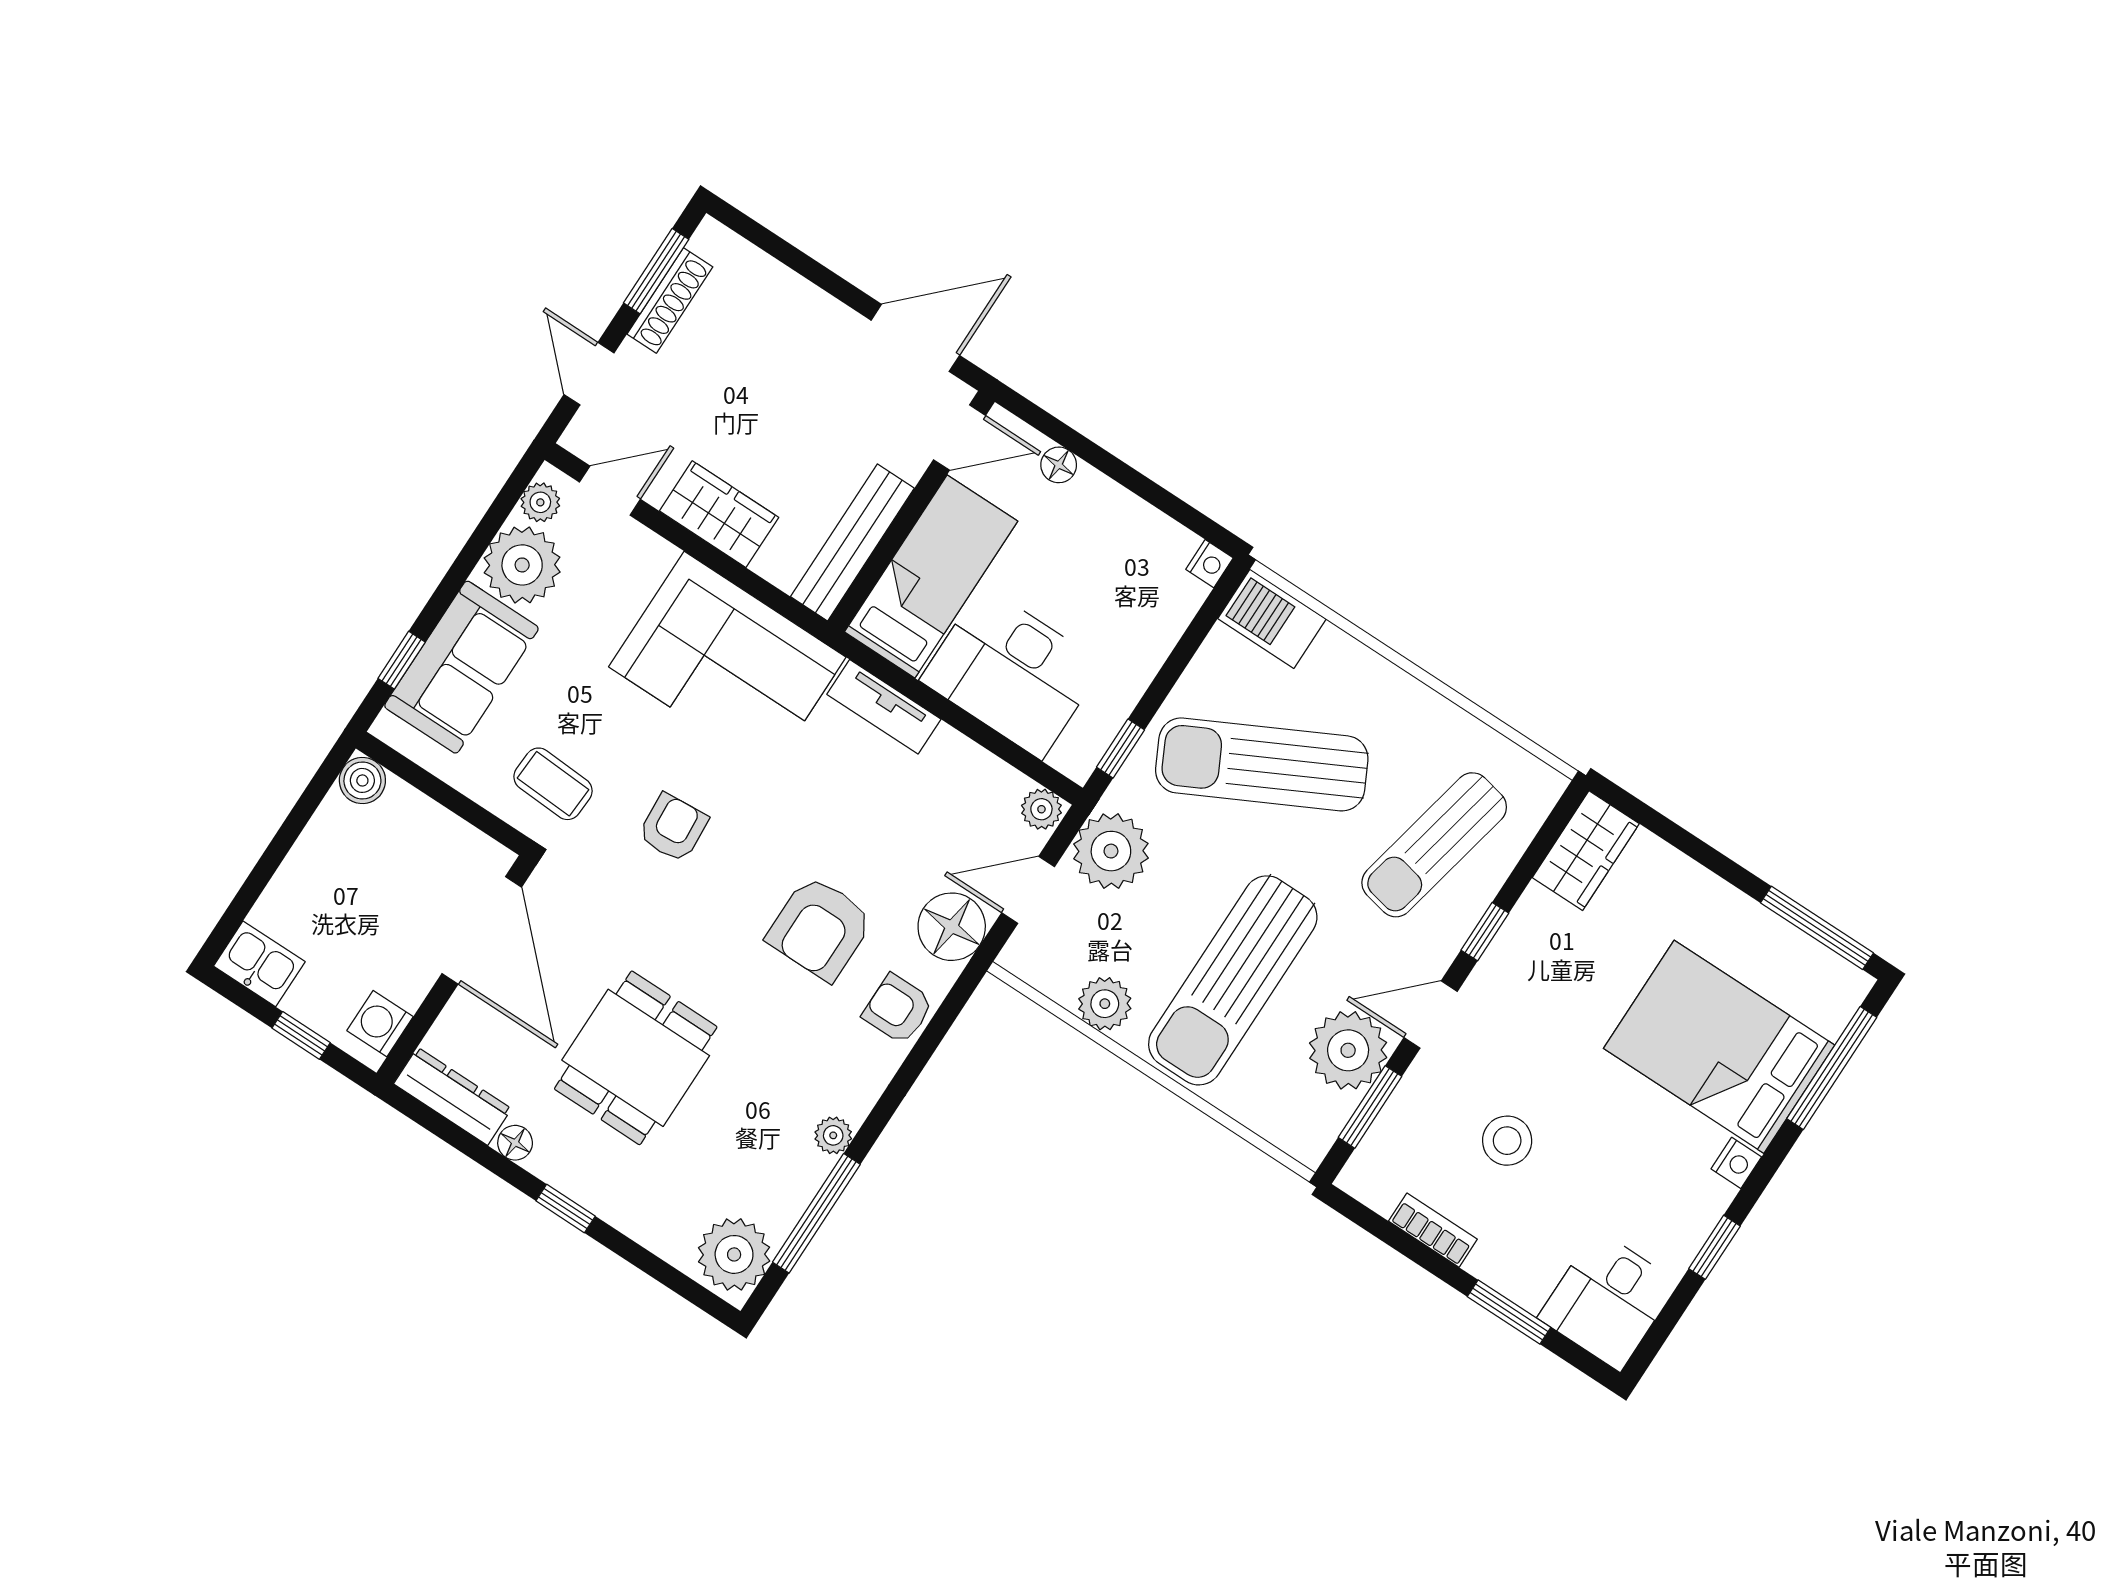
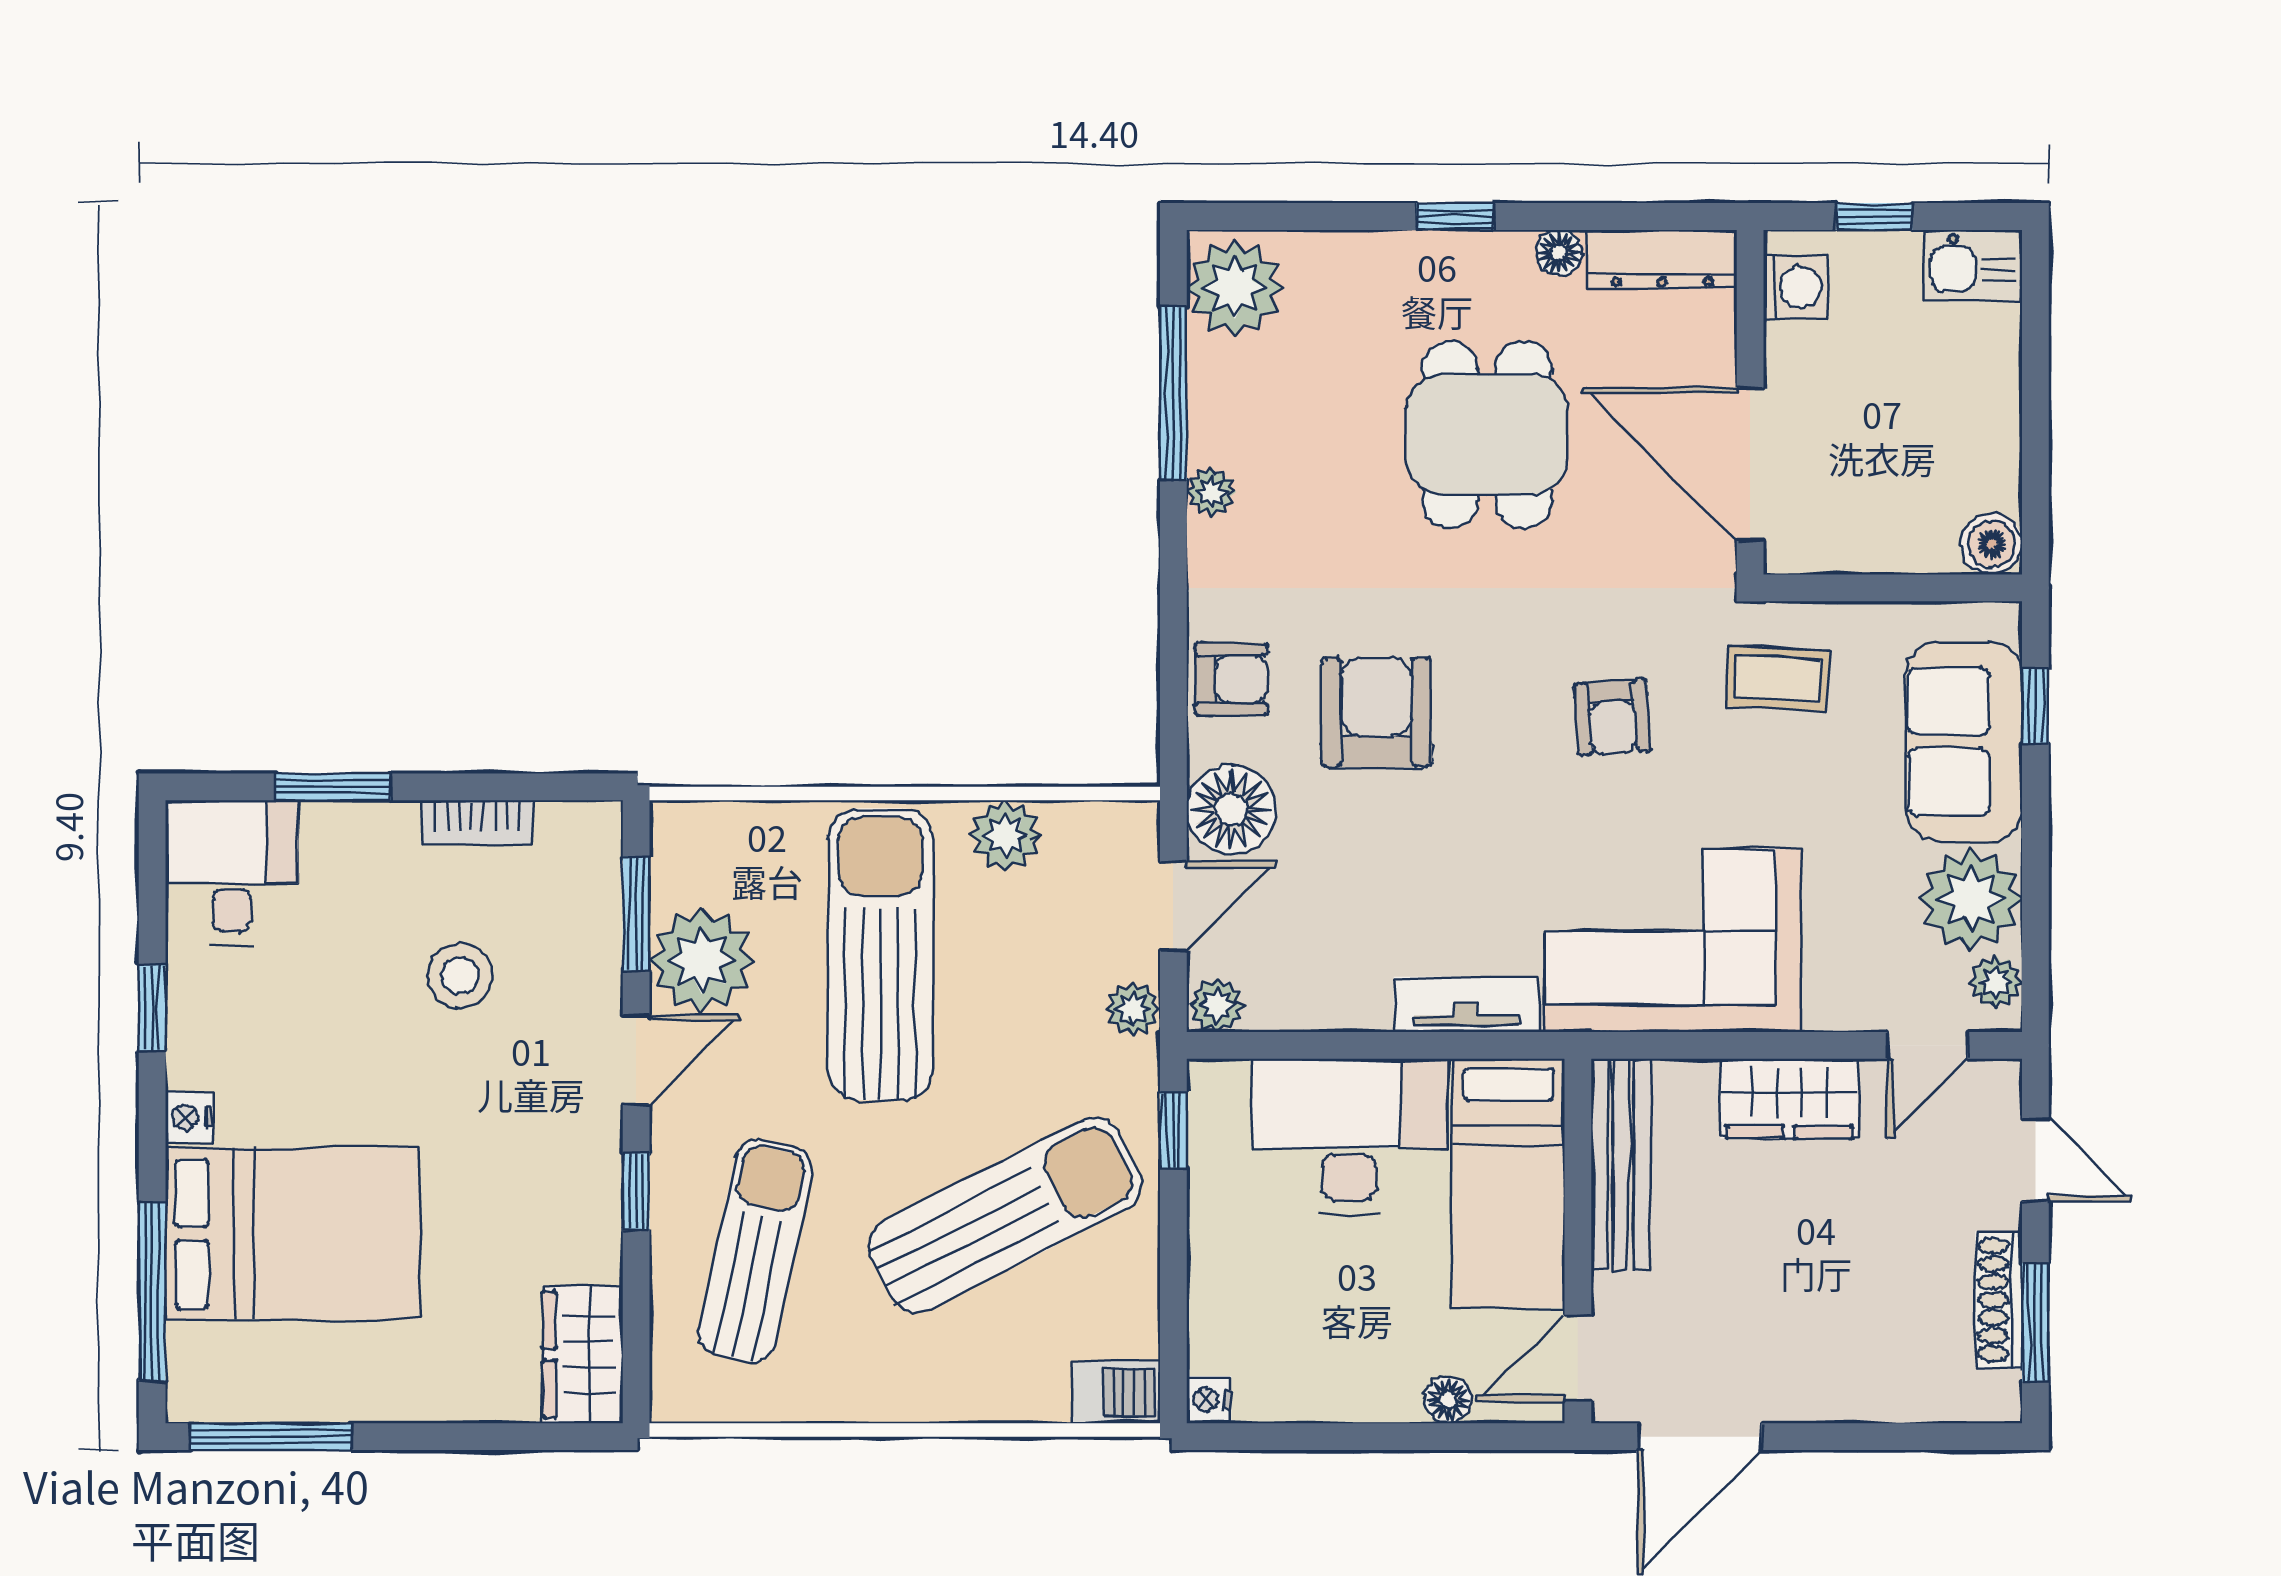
barbecue: (1272, 619) -> (1116, 1392), width x0.73, depth x0.79
plant: (1111, 851) -> (1133, 1009), width x0.53, depth x0.53

